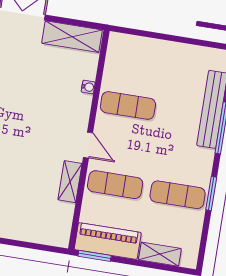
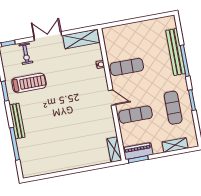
shelving: (70, 182) -> (114, 150), moved
exercise mat: (178, 195) -> (173, 108), turned 90
piano: (108, 241) -> (138, 151), width x0.73, depth x0.75

